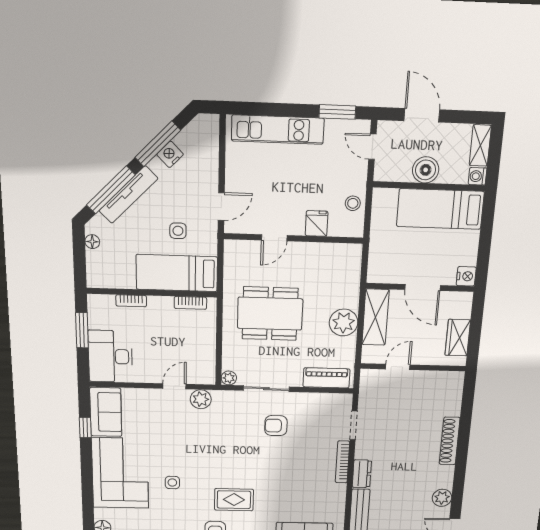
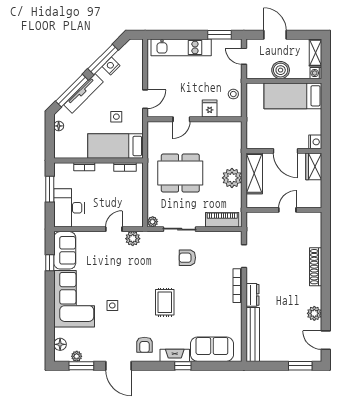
wardrobe: (458, 338) -> (314, 166), moved
door: (398, 367) -> (287, 210), moved
rug: (234, 500) -> (165, 302), moved, turned 90

